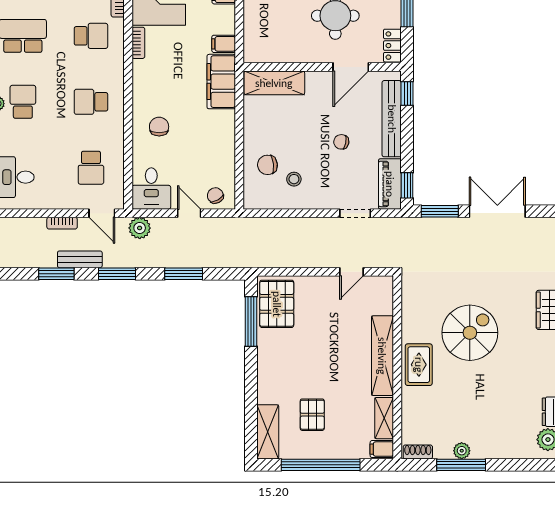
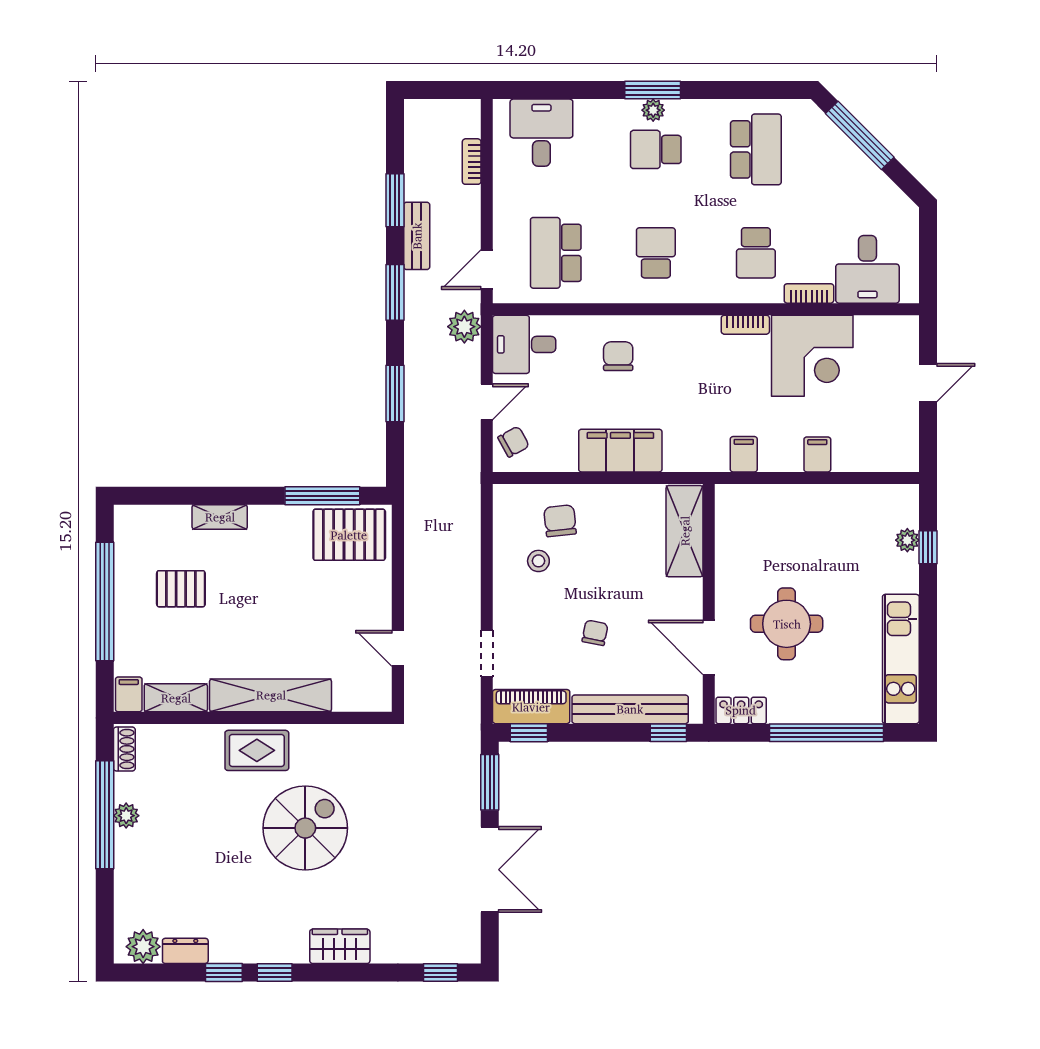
filing cabinet: (221, 82) -> (620, 451), moved
school desk: (23, 102) -> (656, 149), turned 180
chair: (159, 127) -> (618, 356), turned -90
school desk: (91, 168) -> (556, 253), width x1.85
bookcase: (62, 223) -> (472, 162), moved
spiral stairs: (470, 333) -> (305, 828), turned -90
shelving: (268, 432) -> (220, 517), moved, width x0.67, depth x0.75
window: (461, 465) -> (105, 815), width x1.46

